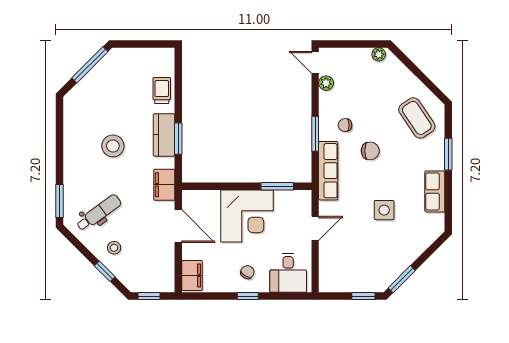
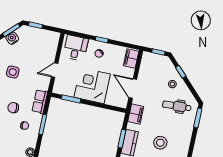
row of seats: (328, 171) -> (40, 102), width x0.68
dental chair: (99, 213) -> (177, 106), turned 33
water cooler: (397, 266) -> (12, 38), added

